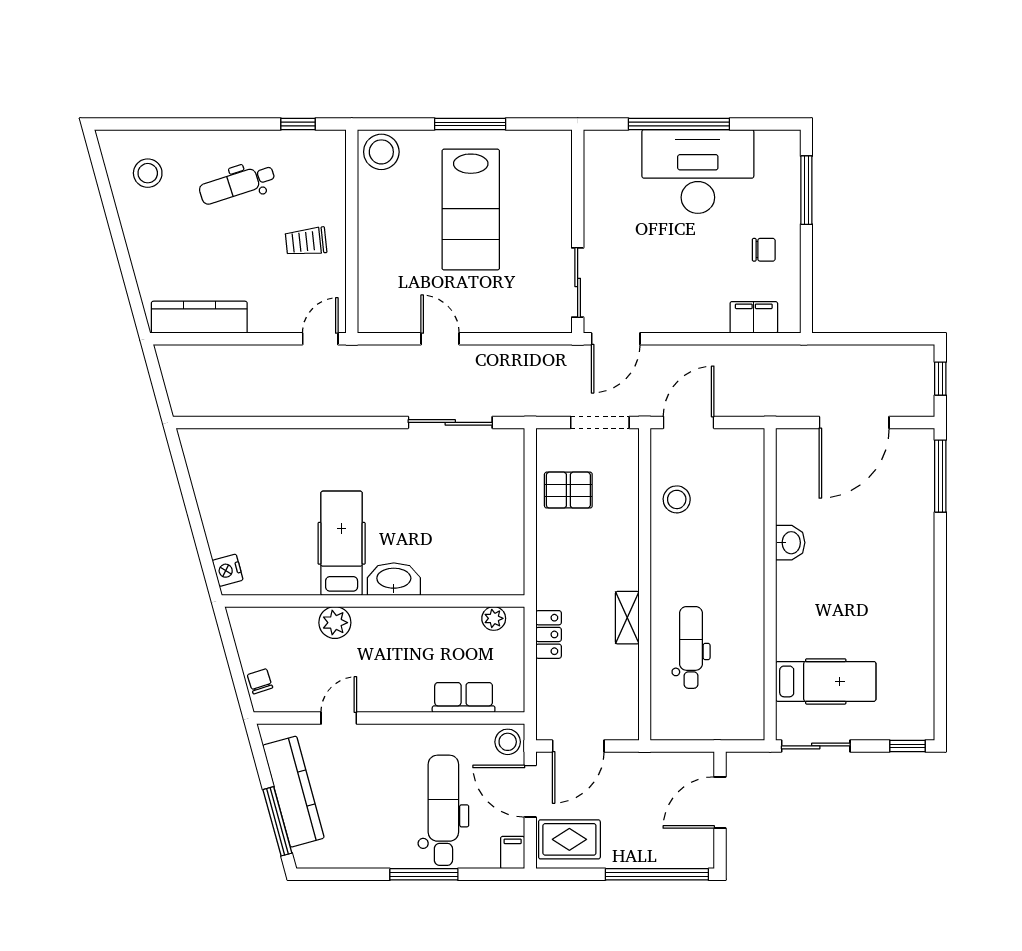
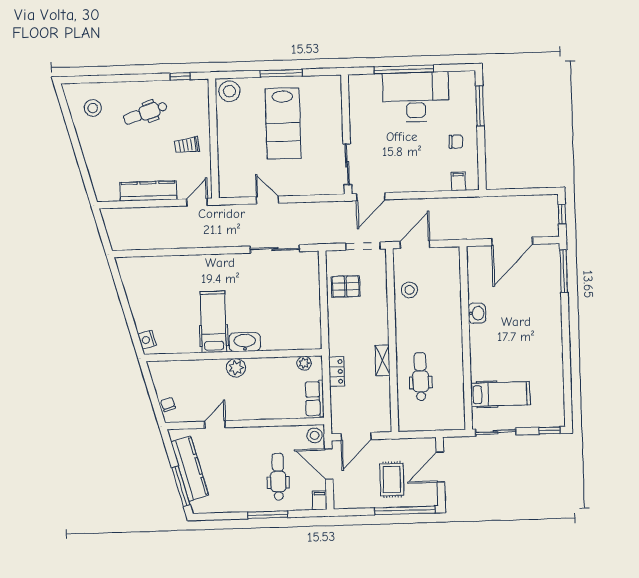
kitchen counter: (199, 317) -> (148, 191), moved
filing cabinet: (754, 317) -> (458, 181), width x0.50
plant: (335, 623) -> (236, 368), moved
row of seats: (464, 698) -> (315, 399), moved, turned -90
dental chair: (443, 810) -> (278, 477), width x0.73, depth x0.72
rug: (569, 839) -> (392, 479), moved, turned 90

